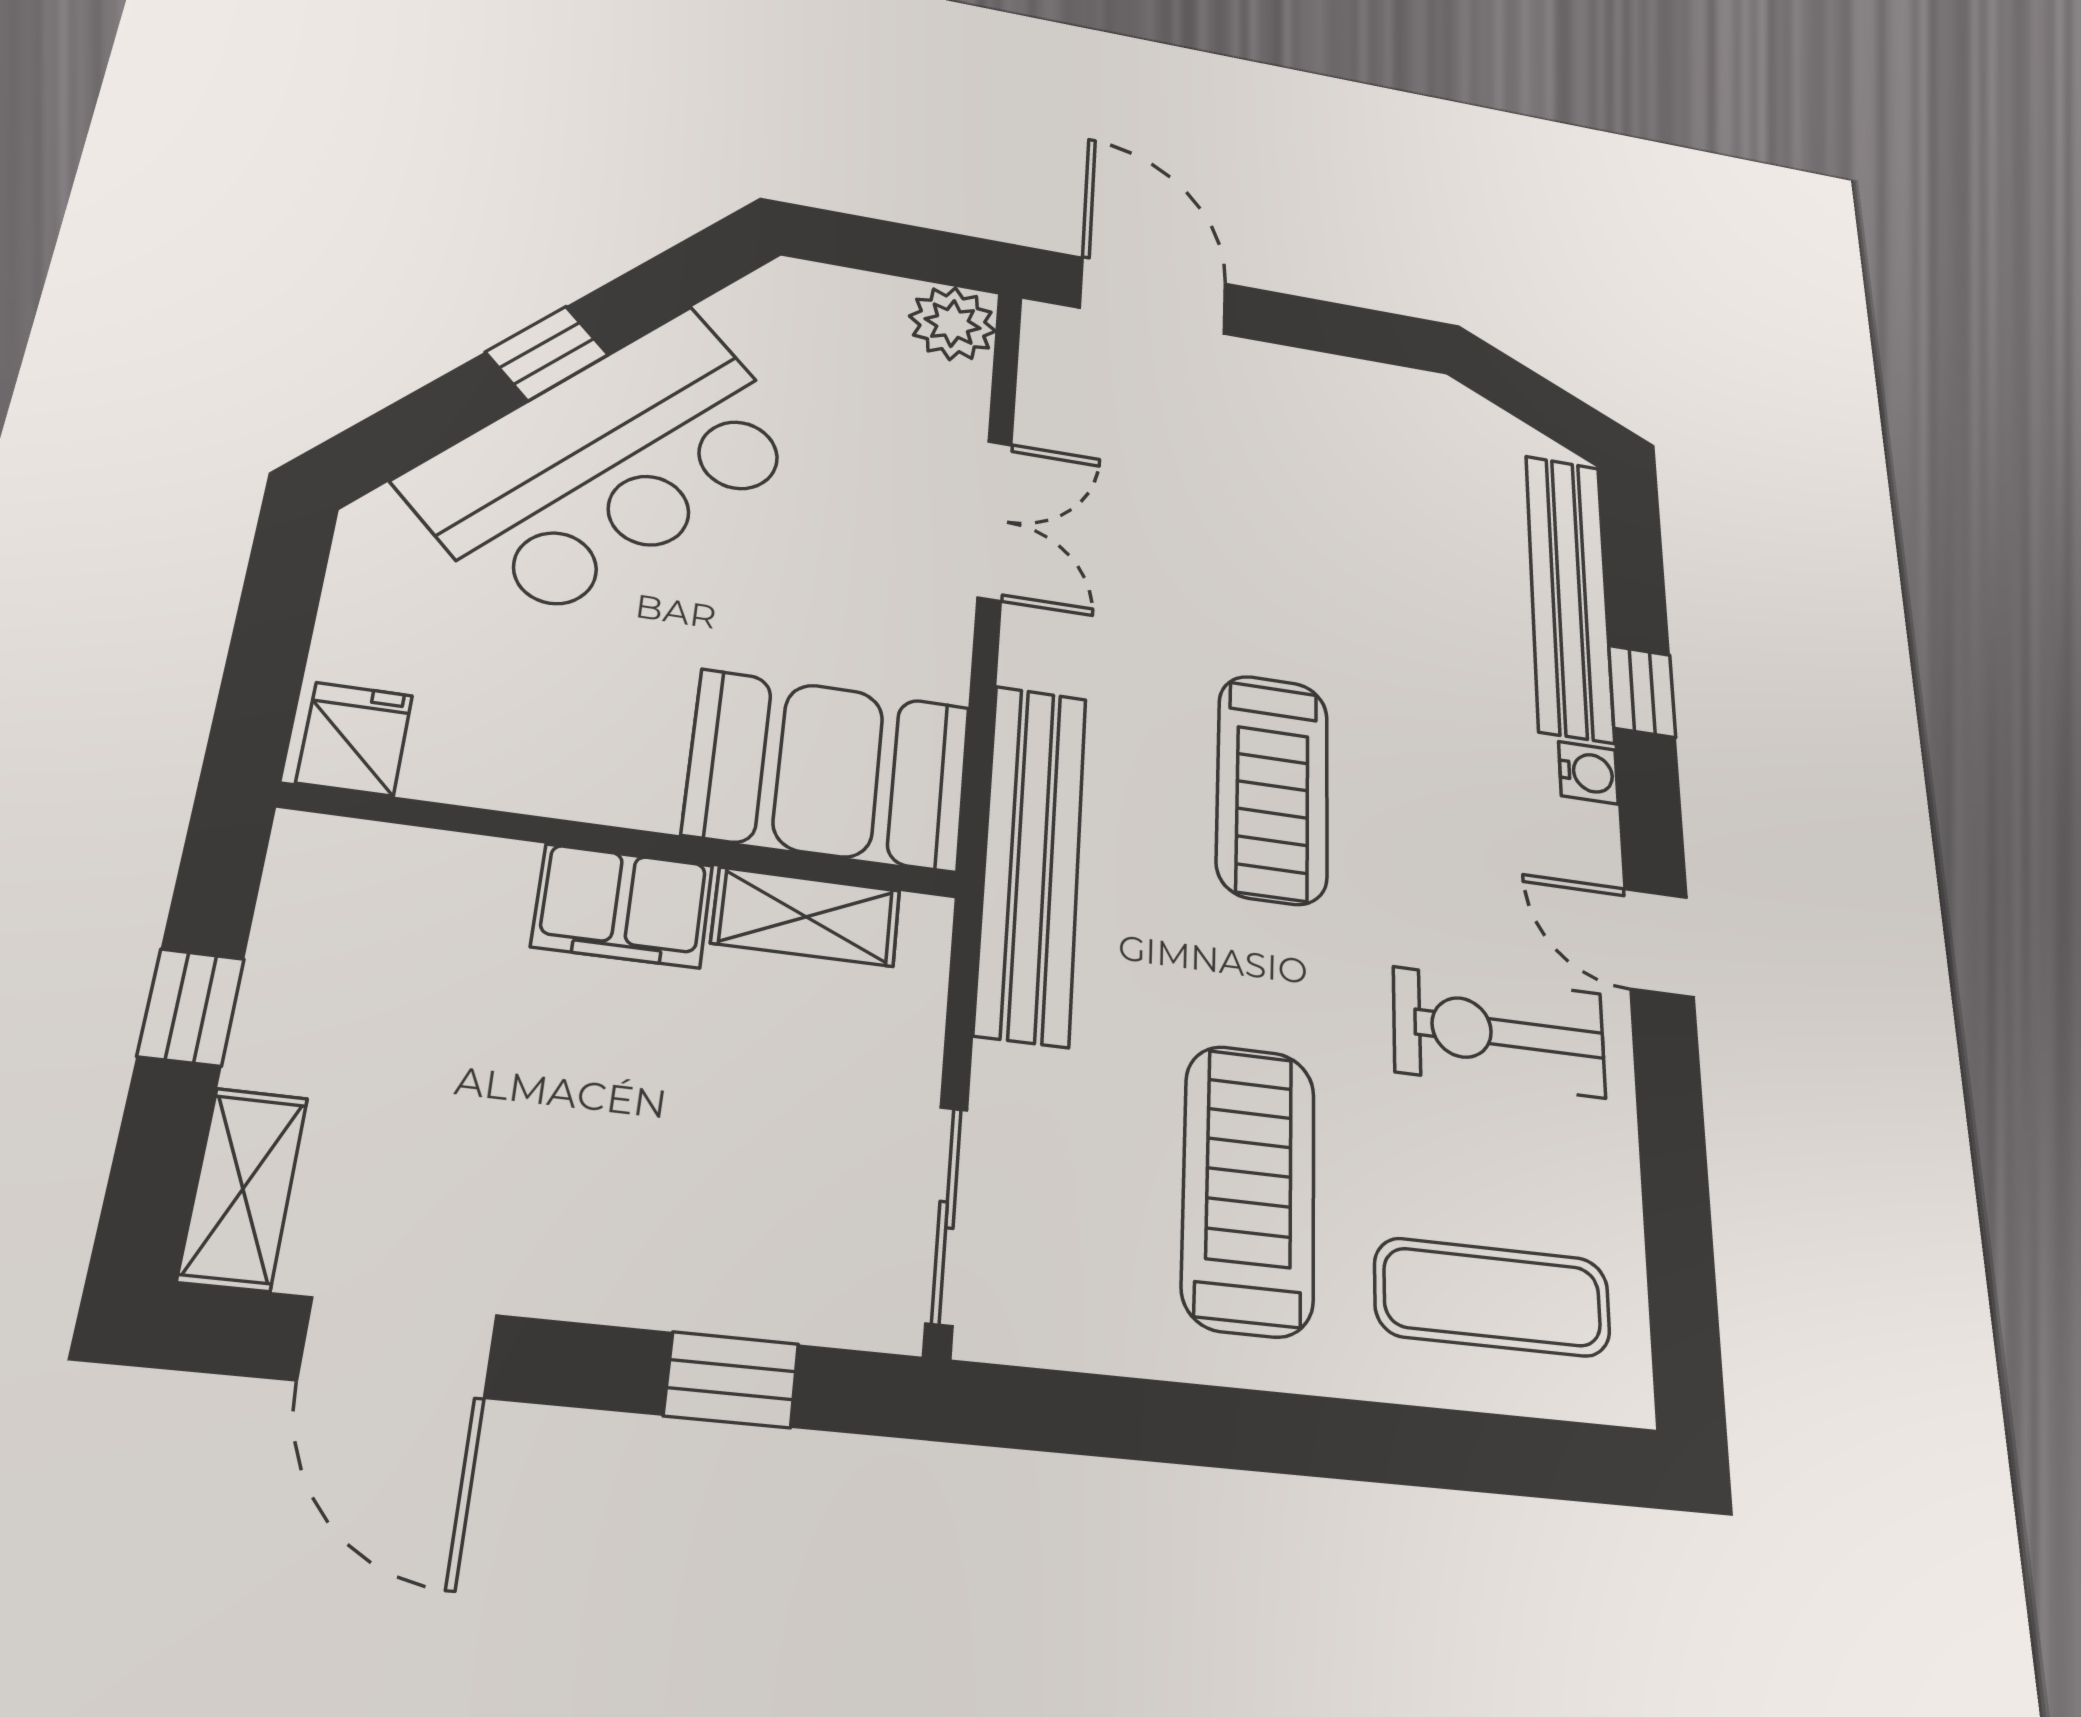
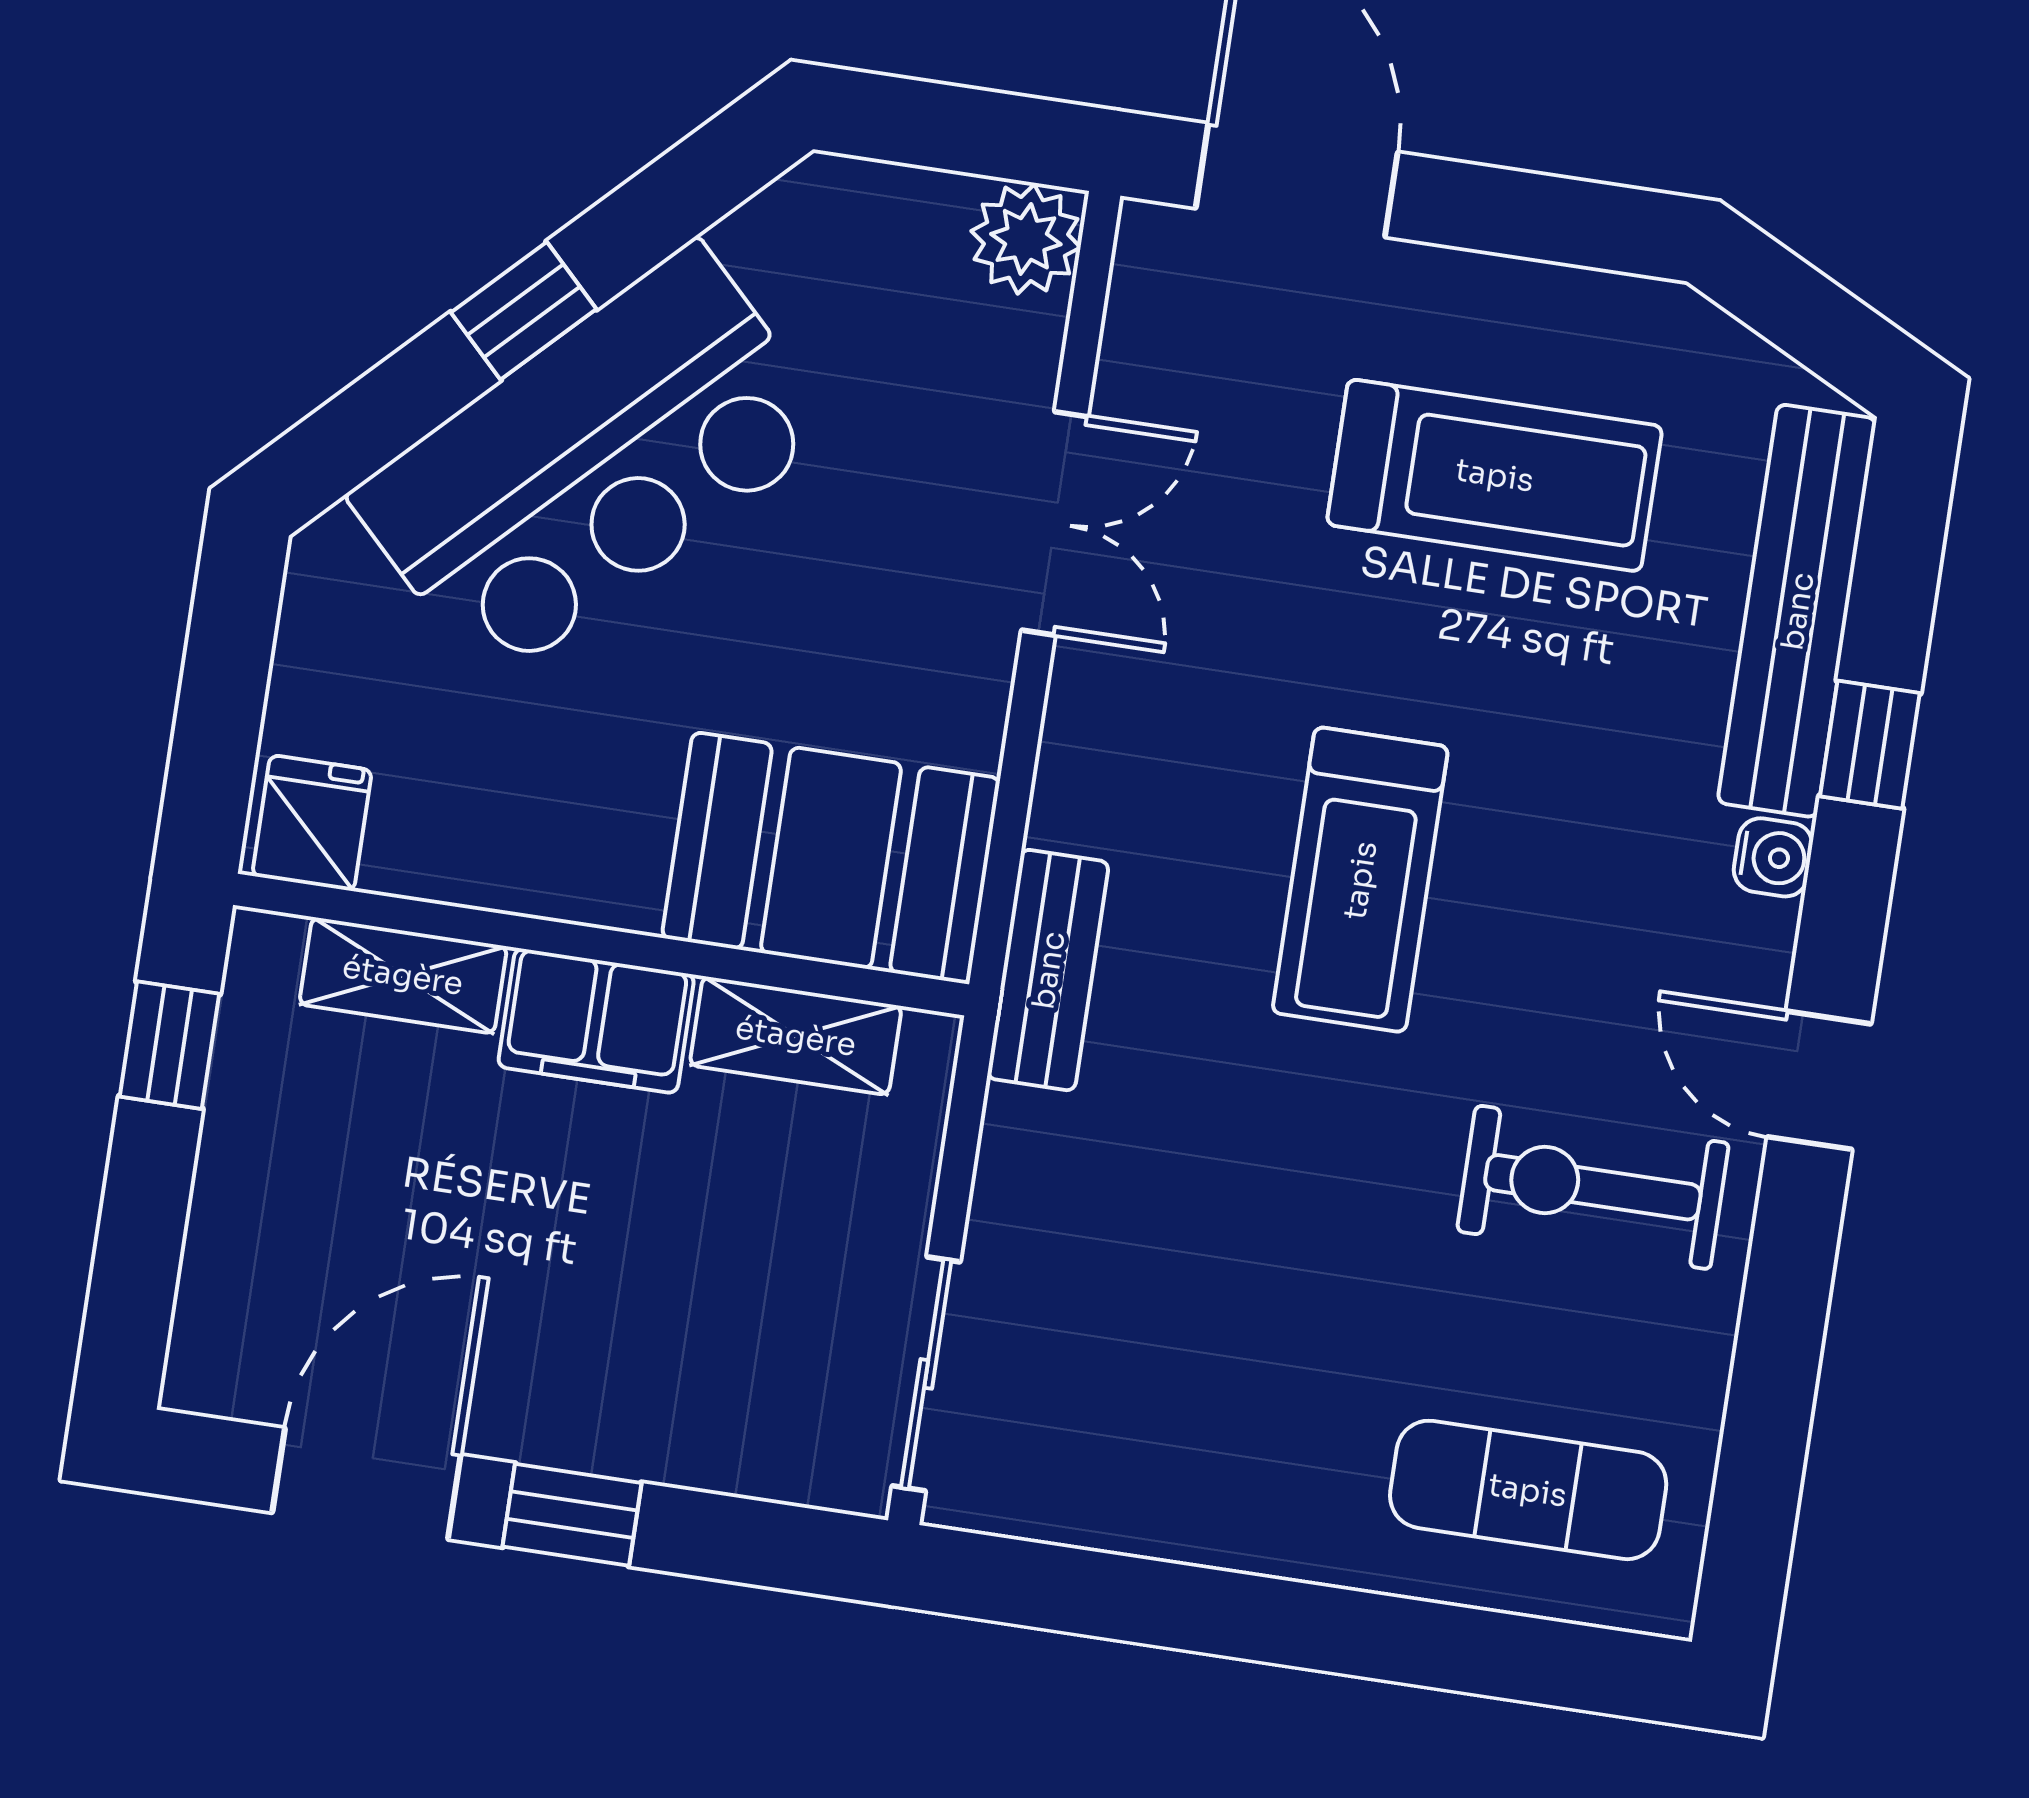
bench: (1031, 862) -> (1048, 970), width x0.54, depth x0.82
window: (191, 1007) -> (169, 1045), moved
shelving: (243, 1189) -> (403, 975), moved, turned 90
treadmill: (1249, 1189) -> (1495, 475), moved, turned 90
door: (398, 1348) -> (367, 1484), swing flipped
window: (731, 1380) -> (572, 1515), moved

